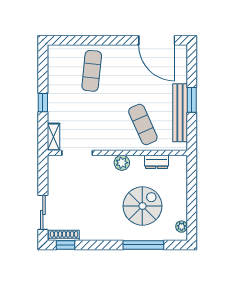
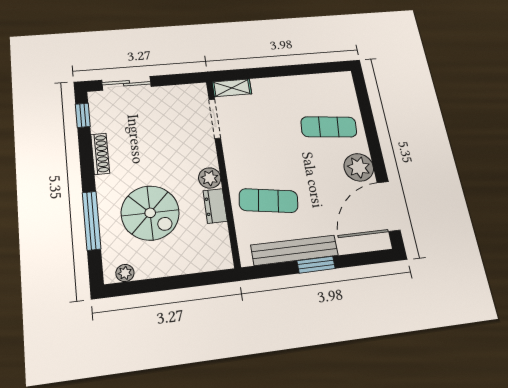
plant: (125, 55) -> (359, 167), added
window: (43, 103) -> (275, 72), removed
exercise mat: (143, 124) -> (268, 201), turned 33
dresser: (157, 162) -> (215, 206), moved
shoe rack: (64, 235) -> (100, 154), moved

